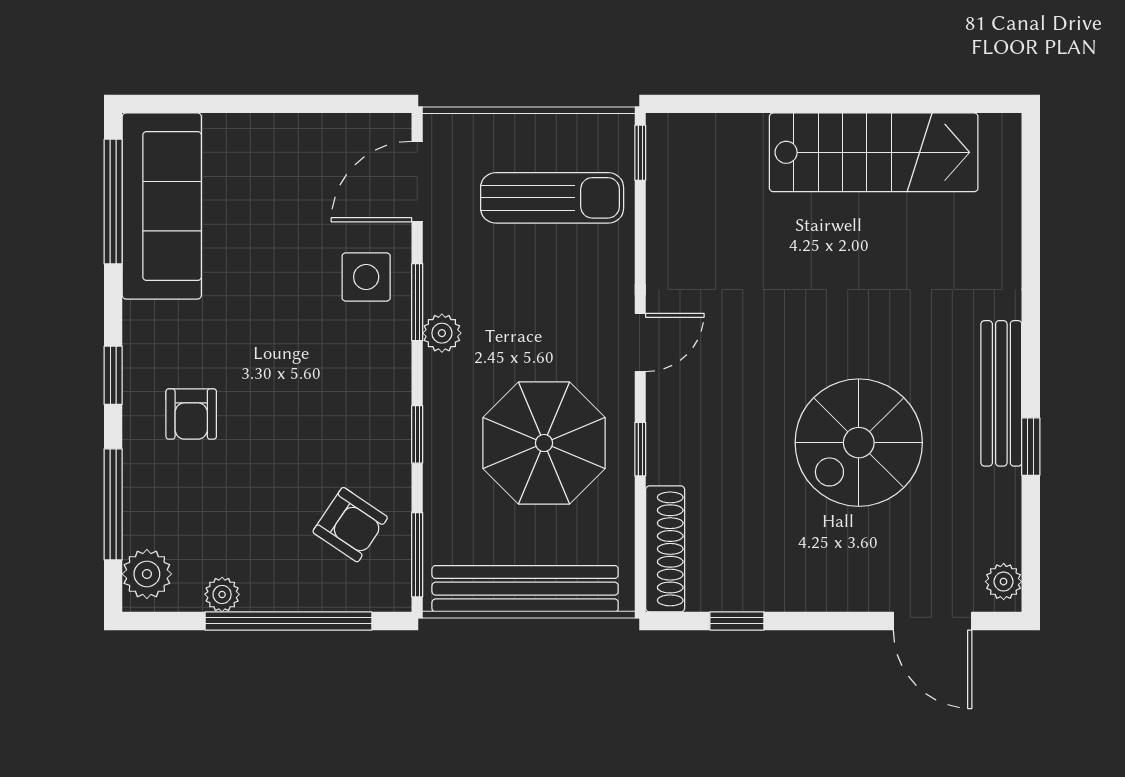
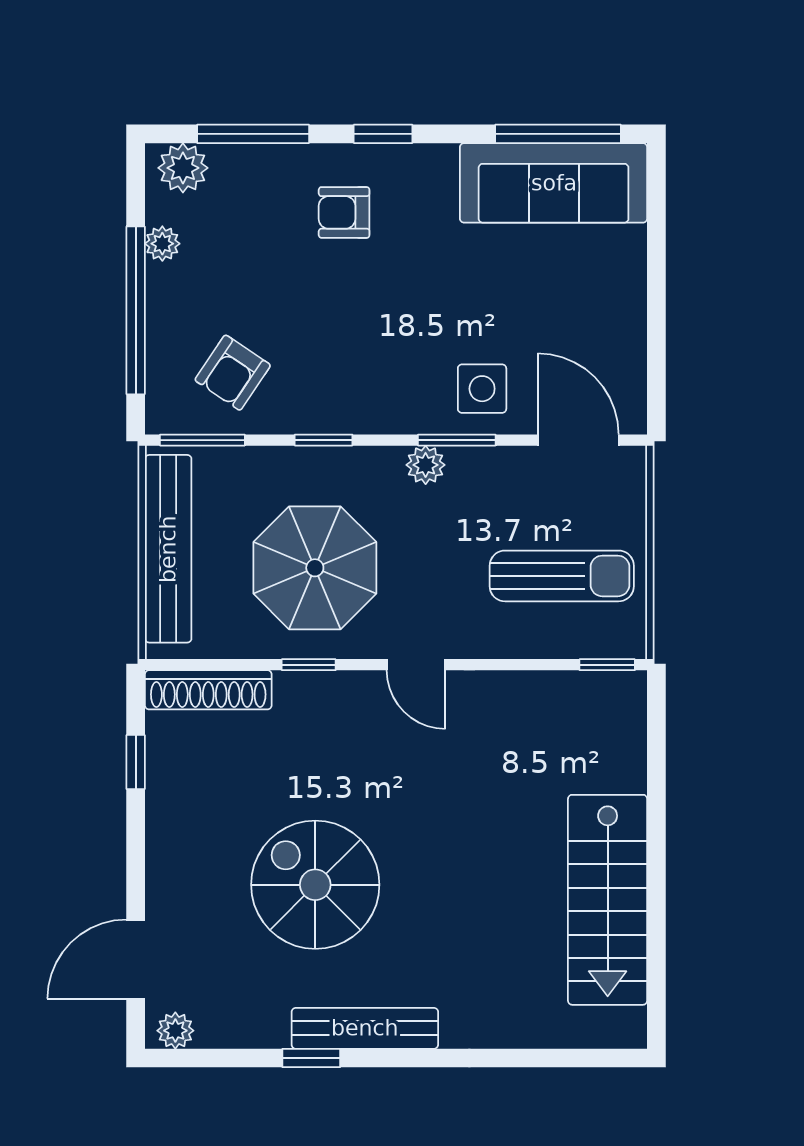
sun lounger: (552, 198) -> (562, 576), turned -90

